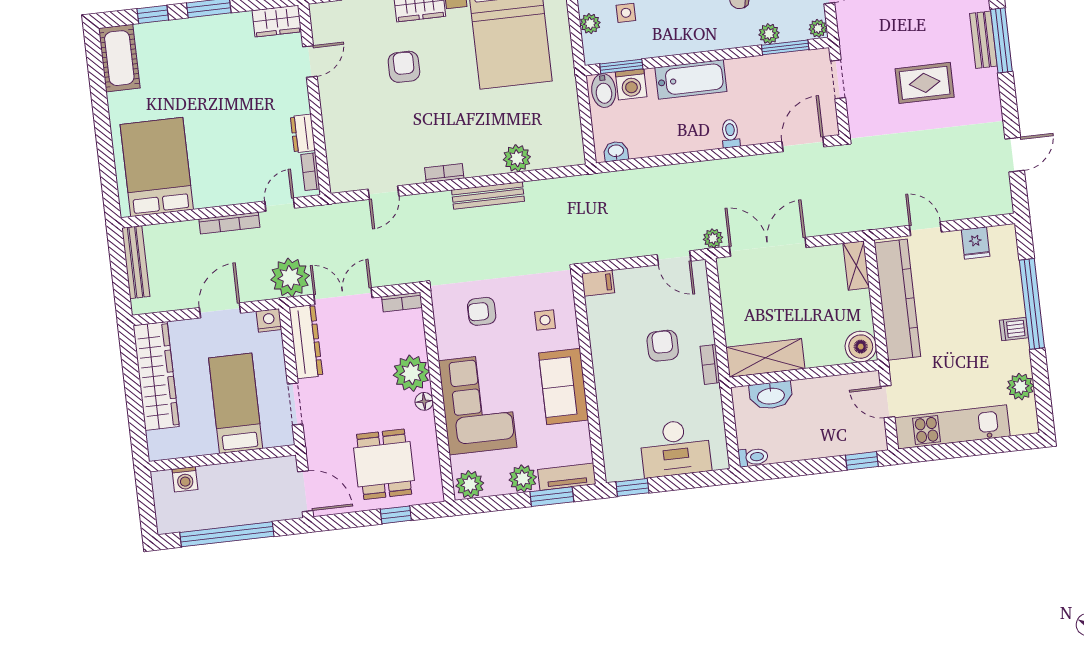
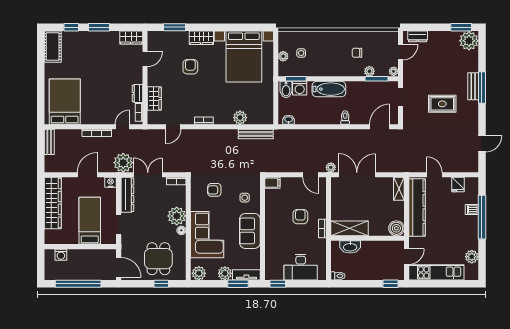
wardrobe: (338, 140) -> (154, 98), added
bench: (488, 196) -> (256, 134), moved
bench: (136, 262) -> (49, 142), width x0.73
dishwasher: (1014, 329) -> (472, 209), moved
door: (888, 402) -> (406, 257), swing flipped

